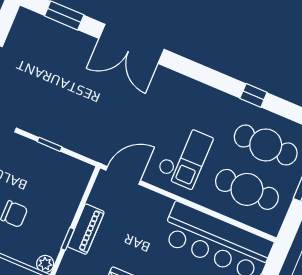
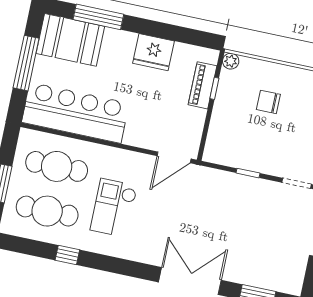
checkout: (185, 156) -> (114, 208), moved
piano: (86, 229) -> (202, 85), moved

